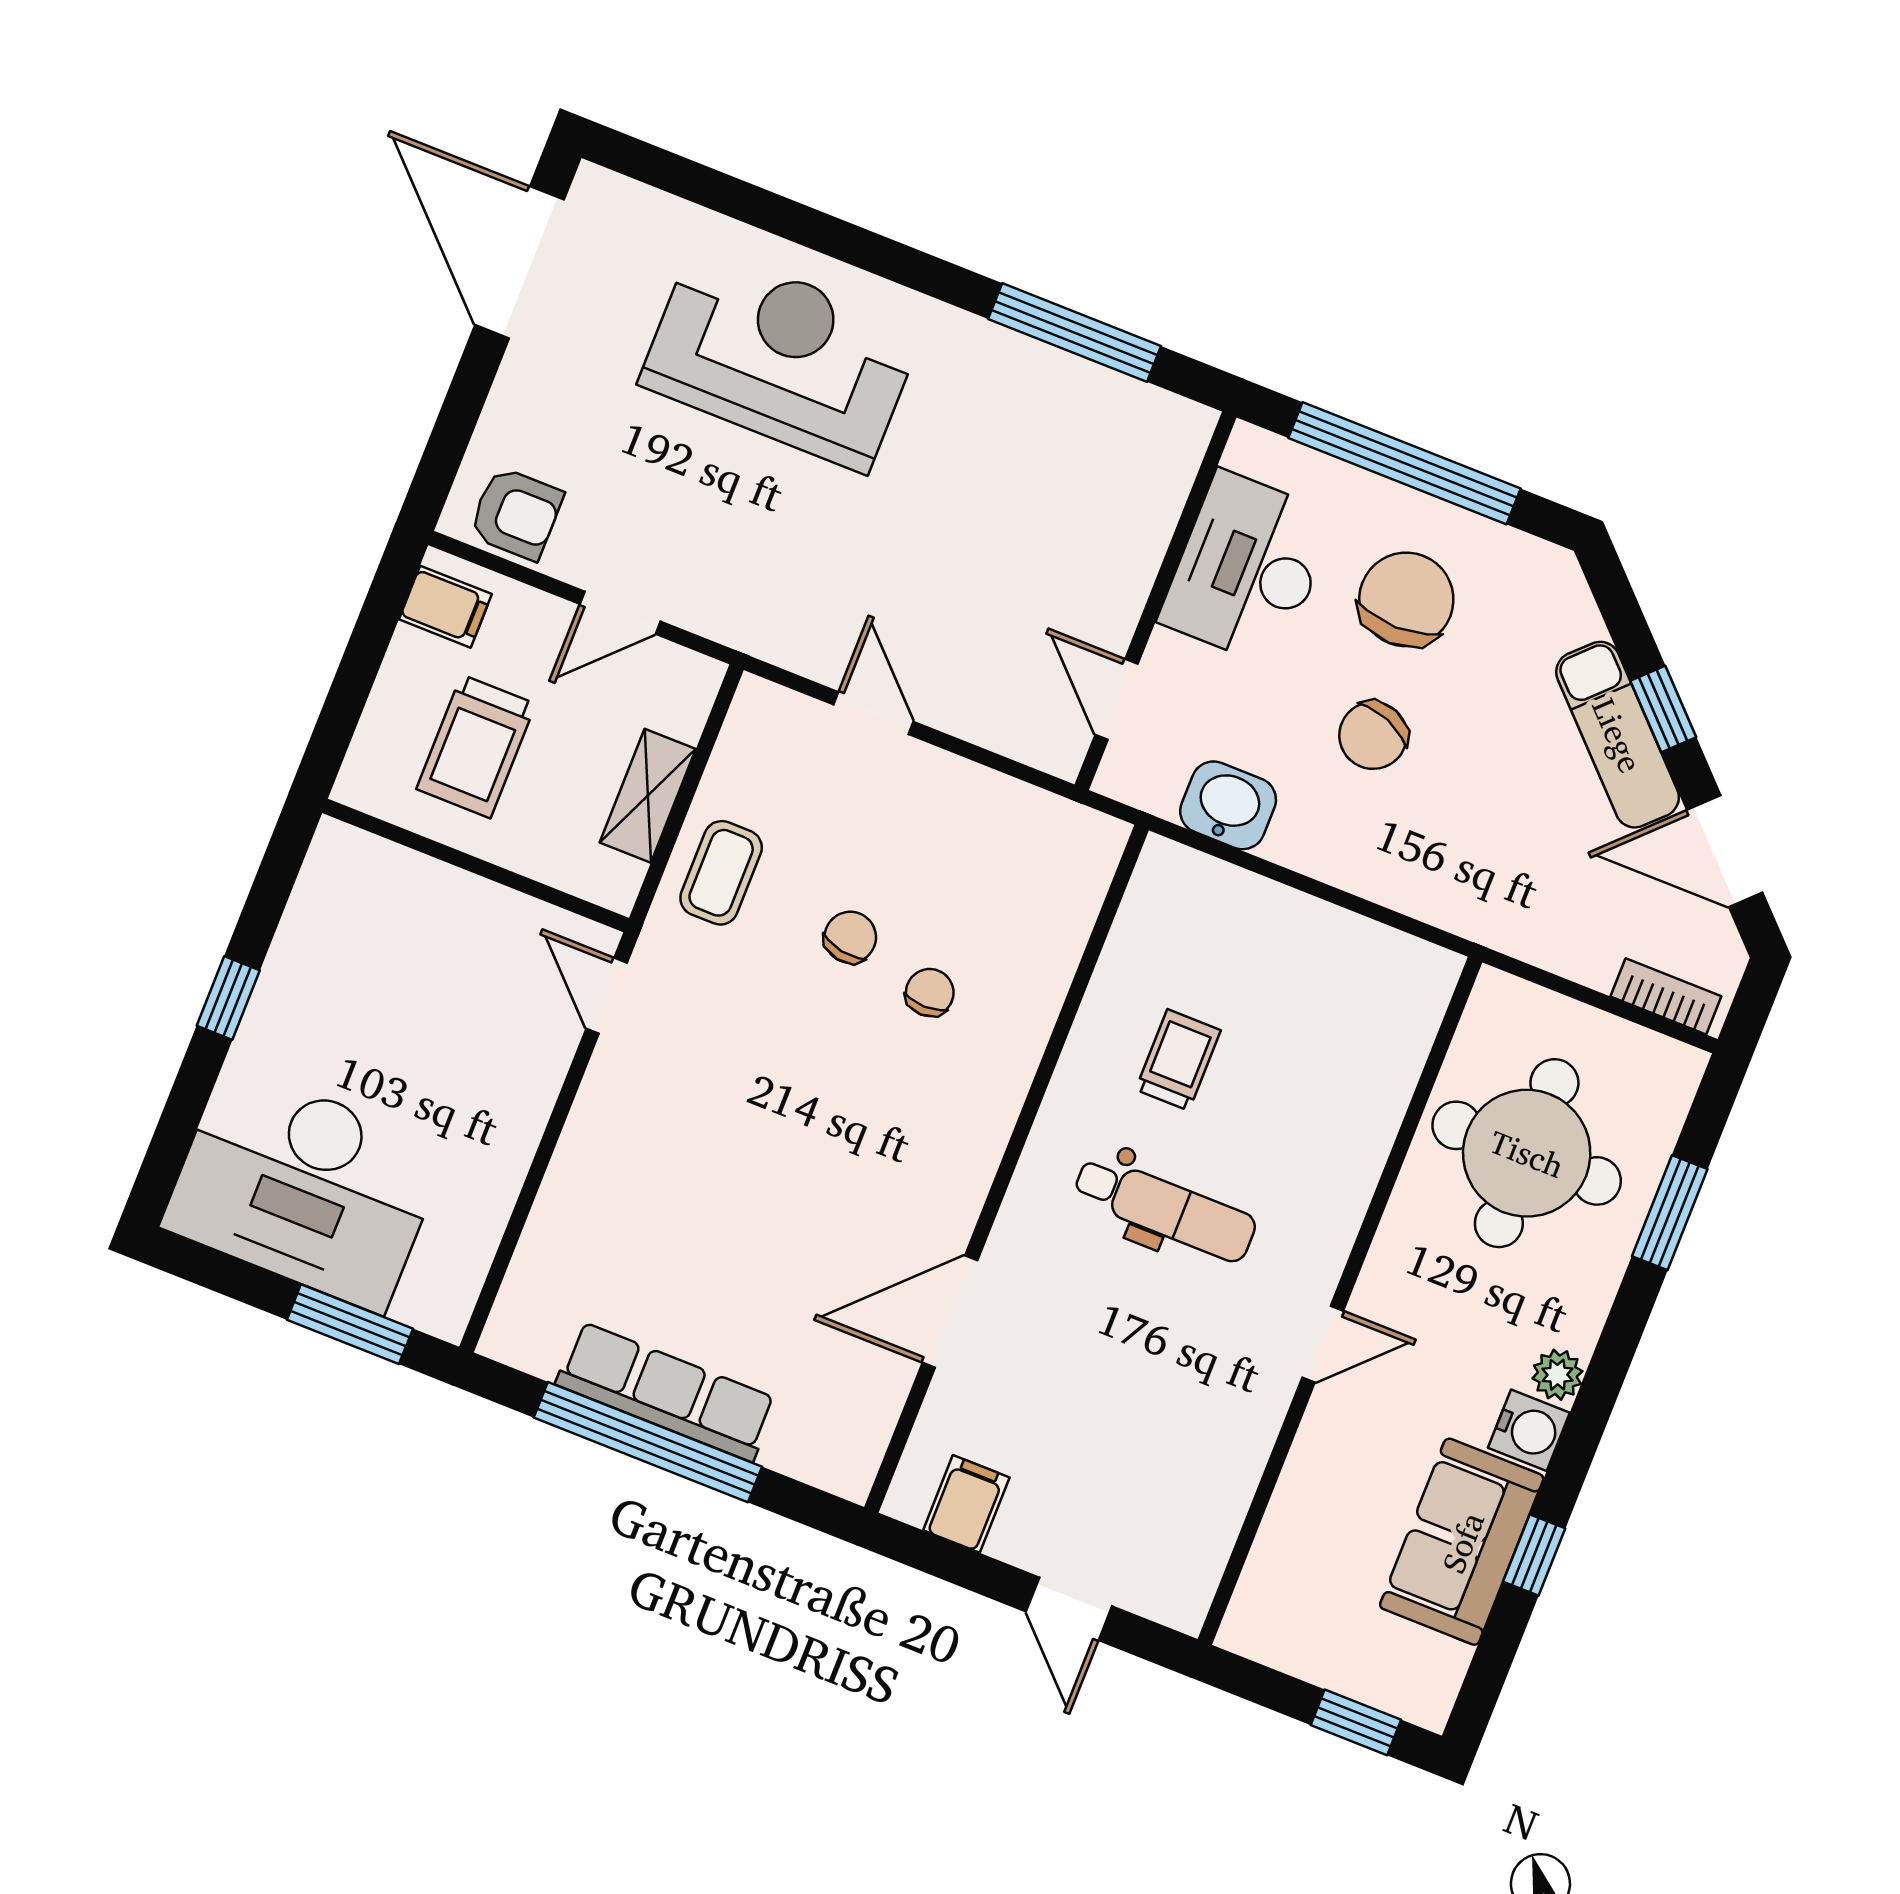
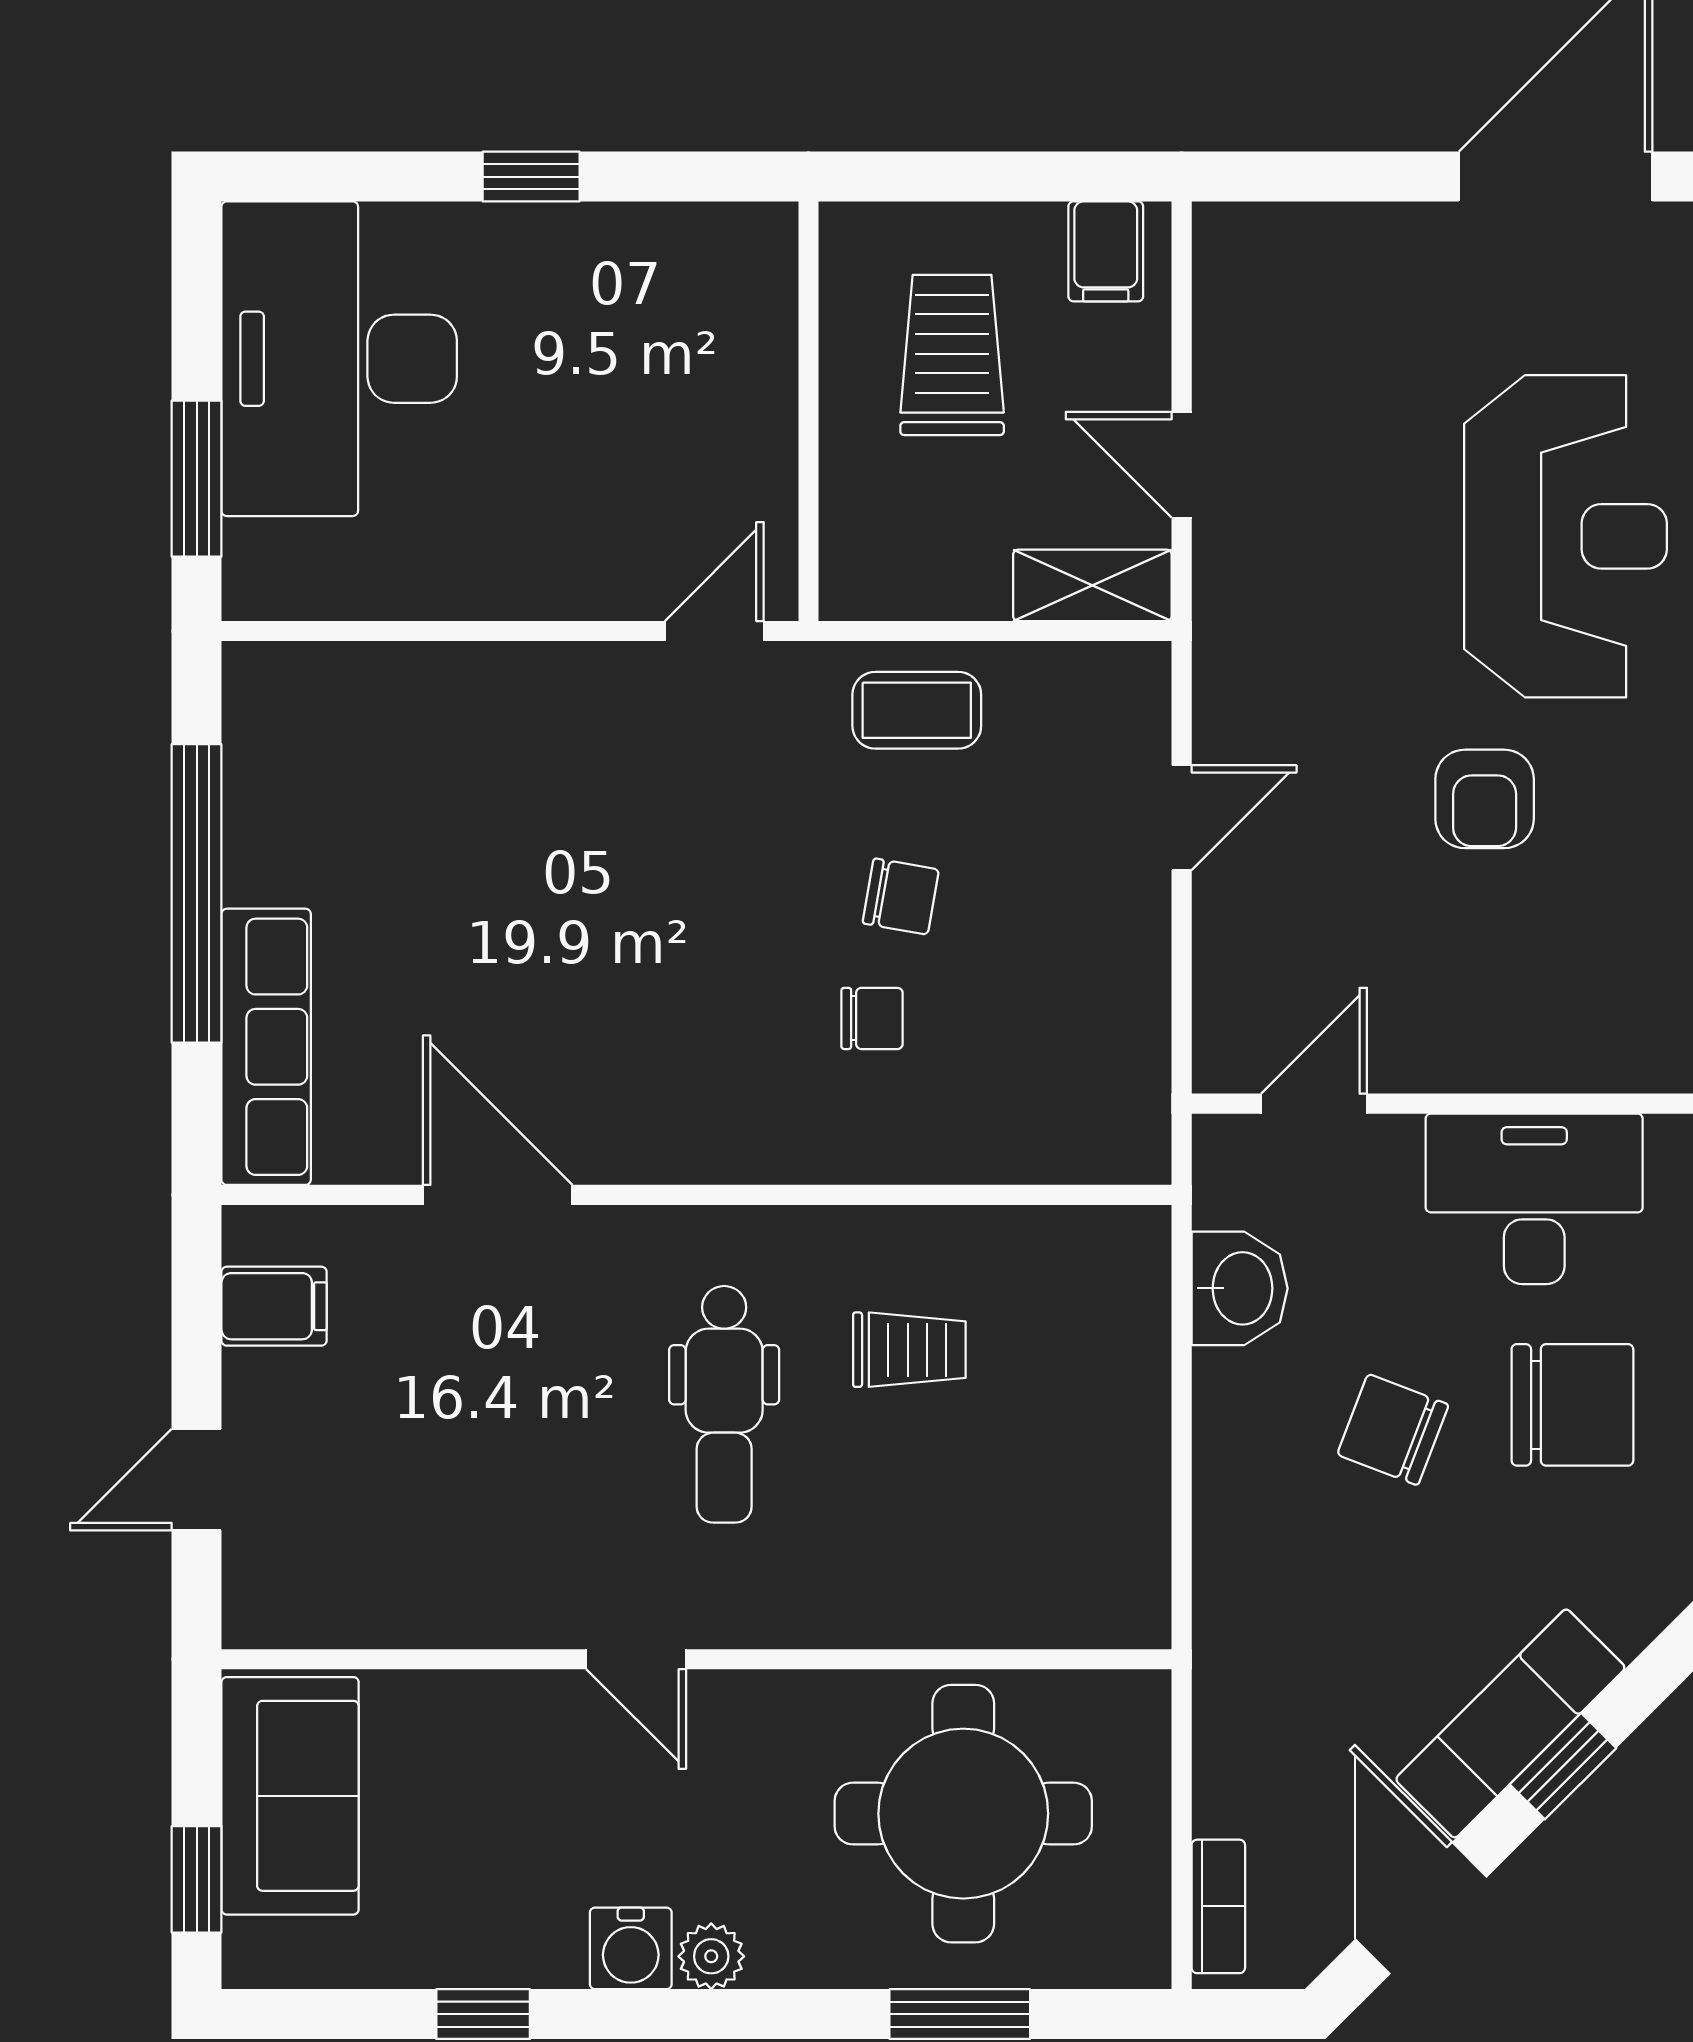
armchair: (516, 514) -> (1485, 799), moved
trolley: (476, 746) -> (952, 355), turned 90
shelving: (648, 796) -> (1092, 585), moved
row of seats: (666, 1392) -> (266, 1047), moved
sofa: (1462, 1542) -> (290, 1796), moved, turned 90

